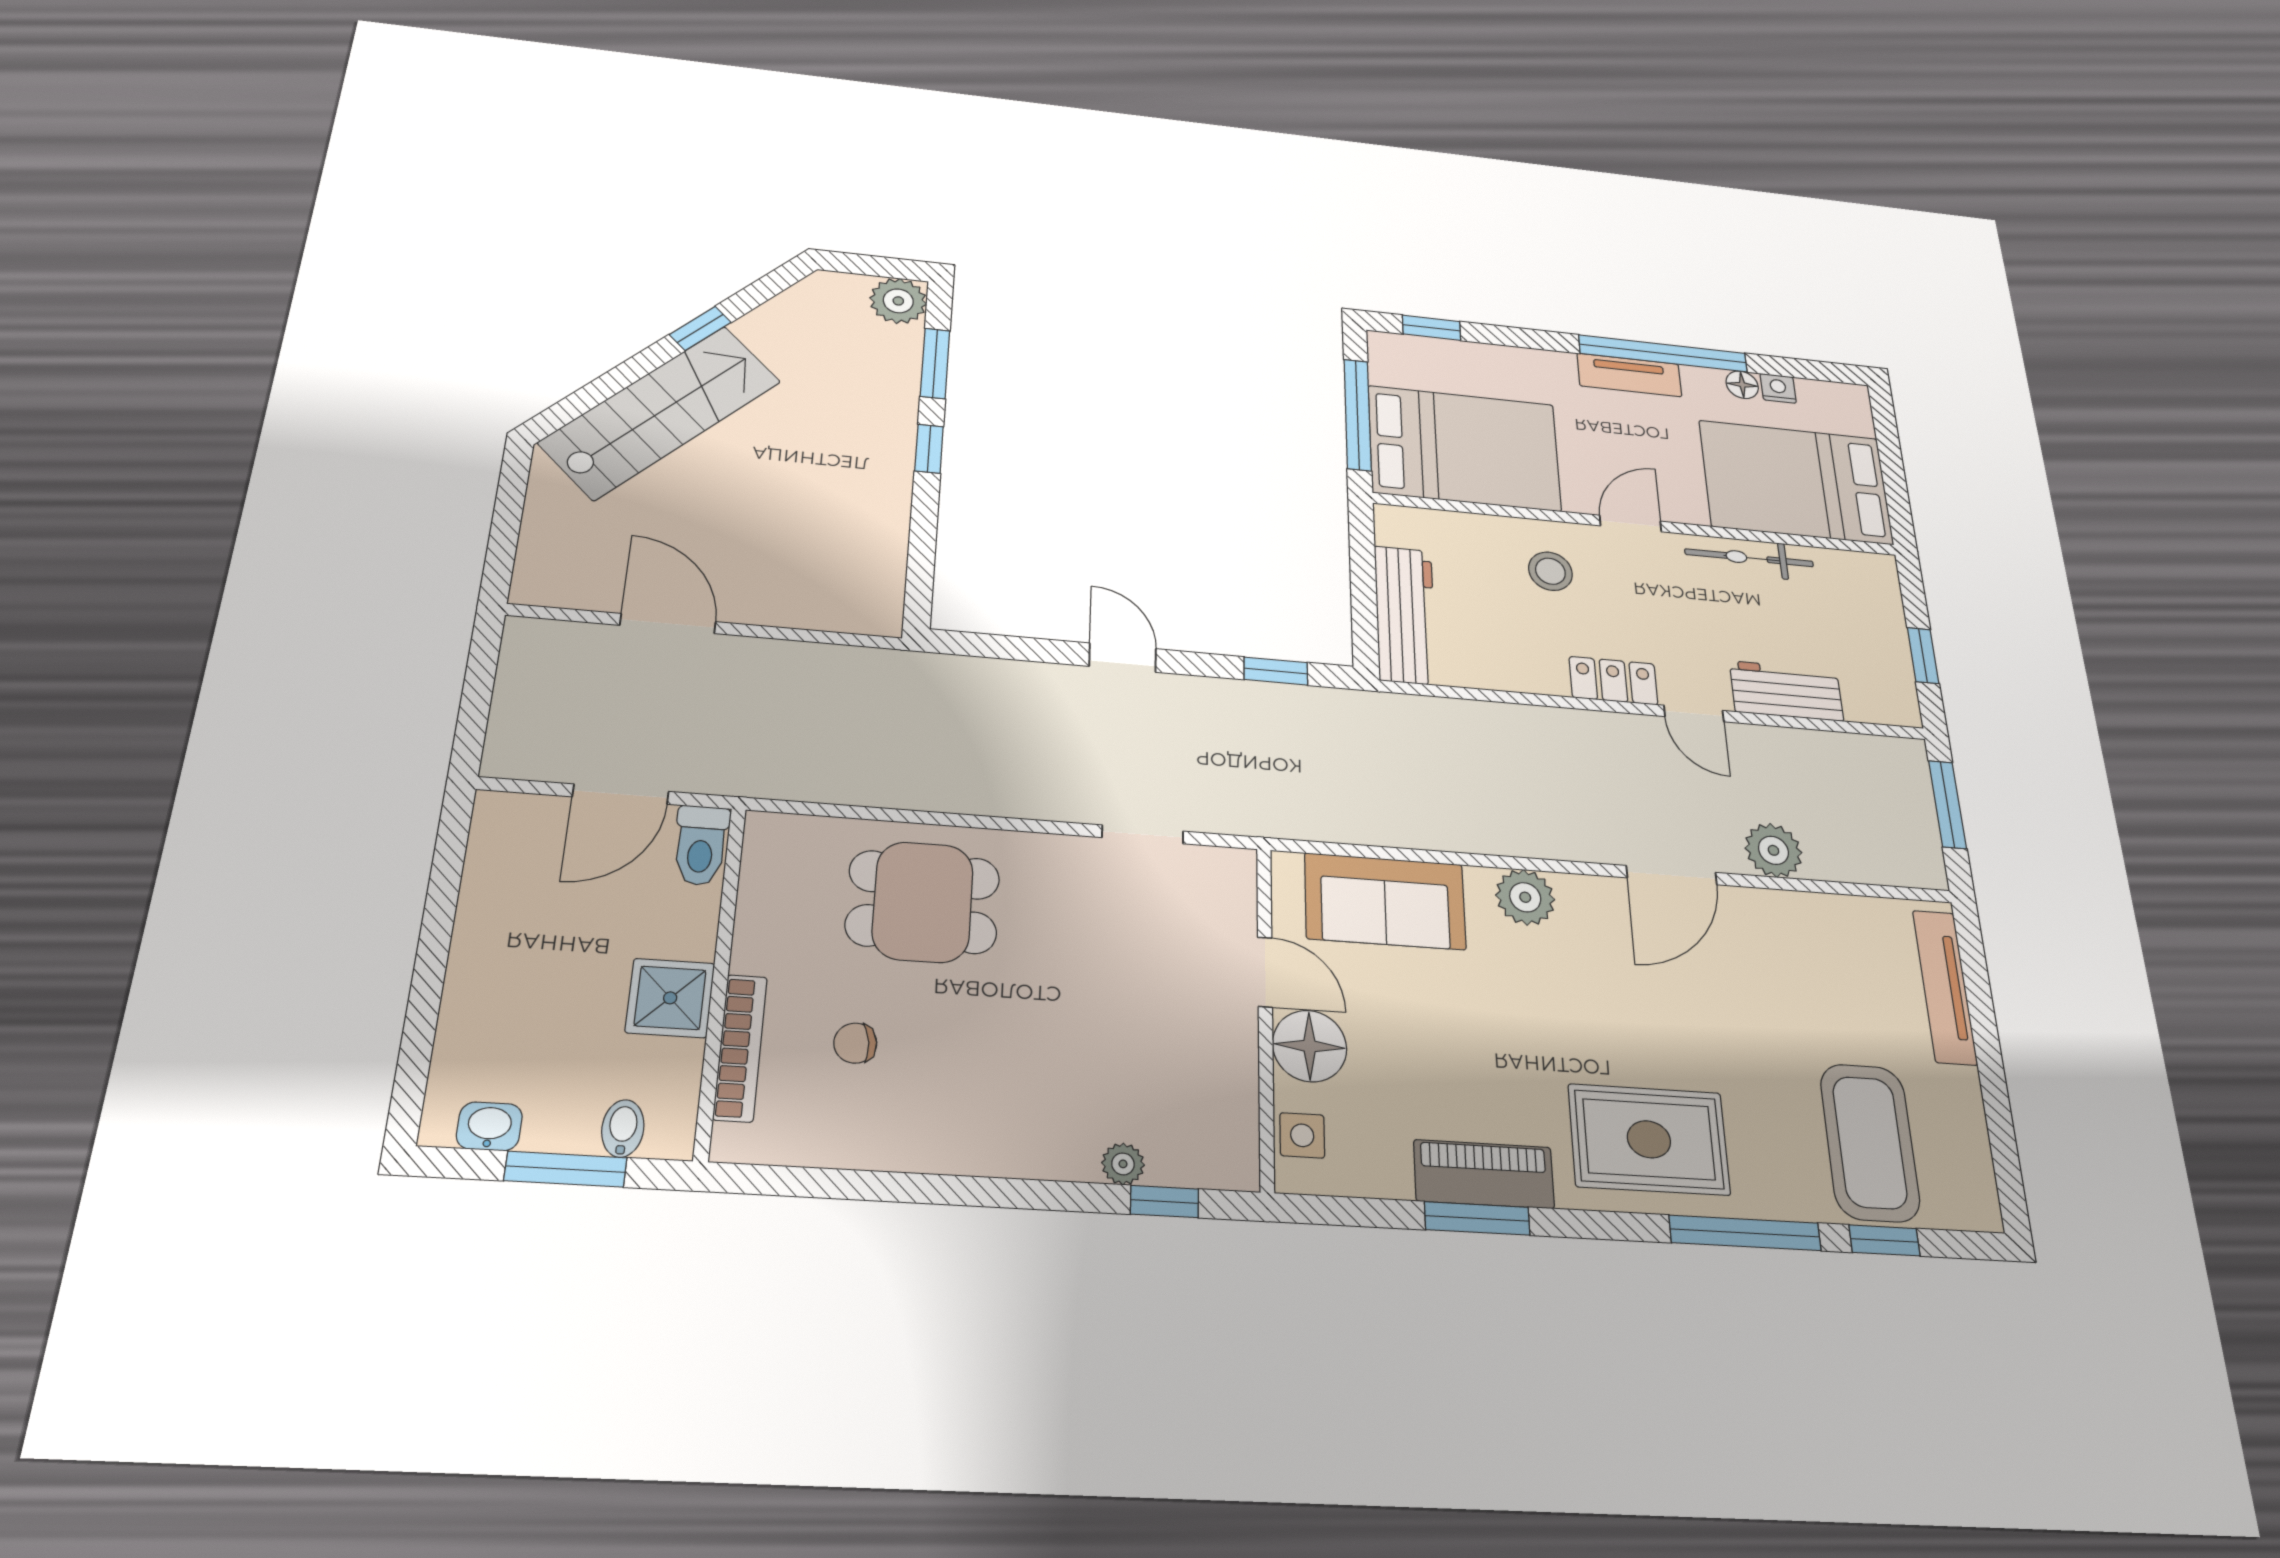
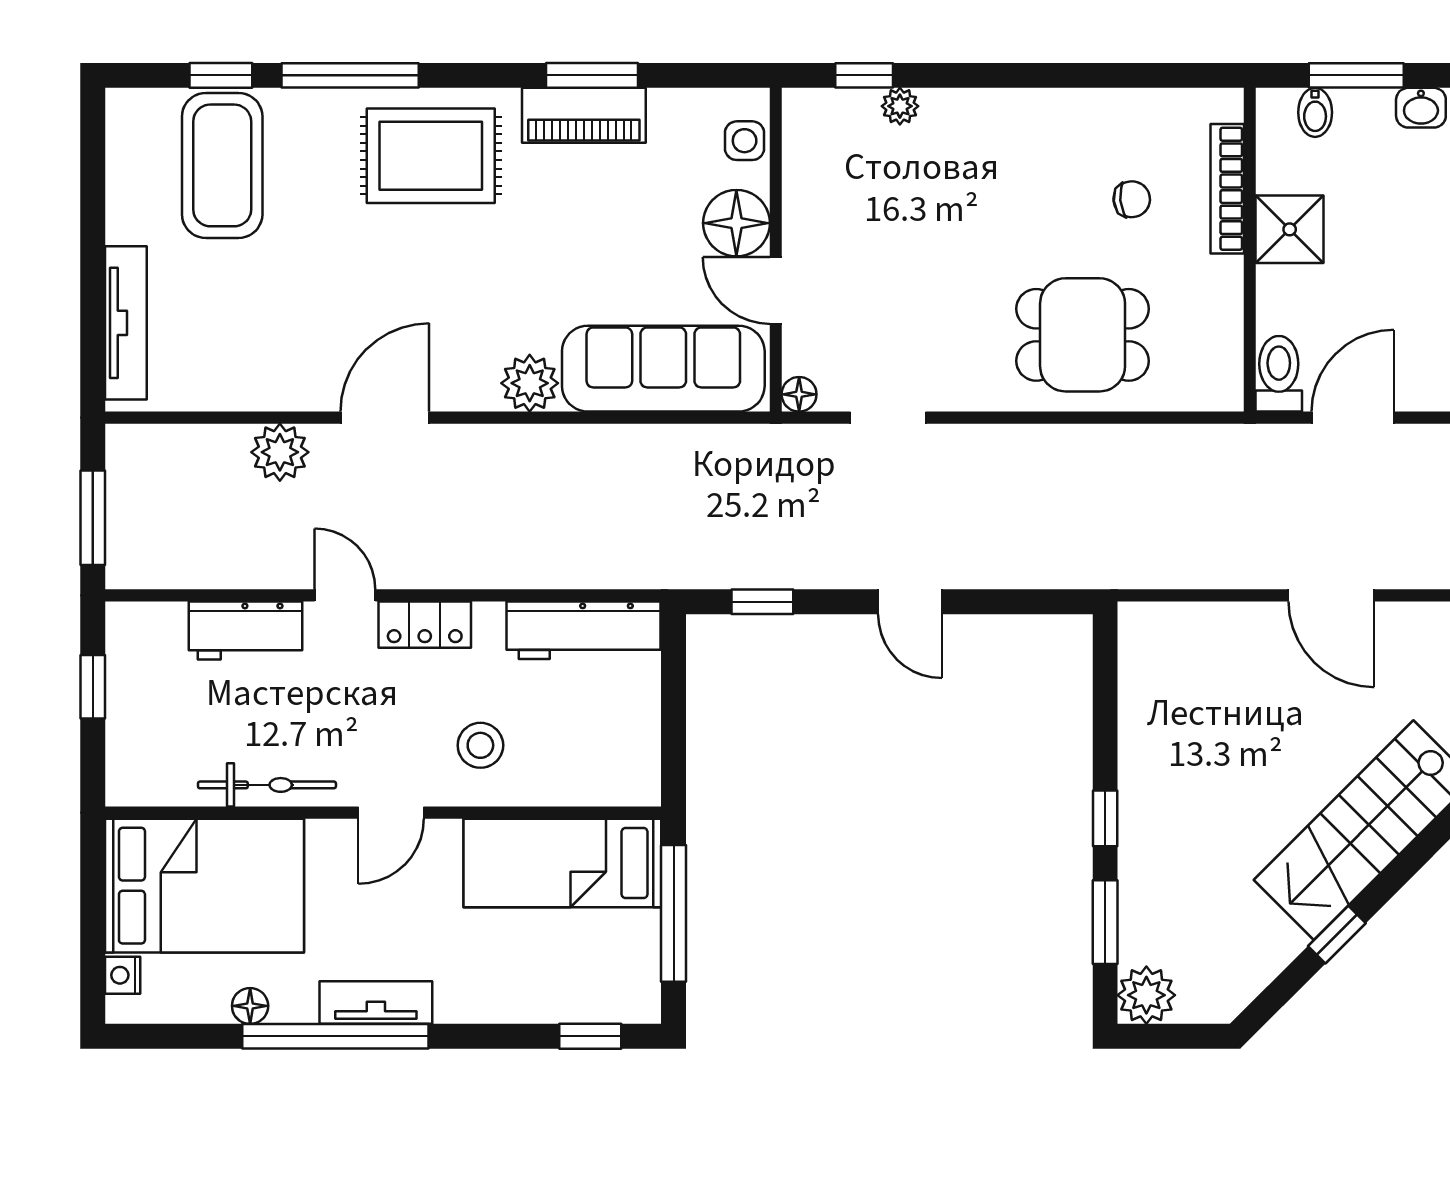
nightstand: (1778, 388) -> (123, 975), moved, turned 90
bed: (1464, 448) -> (562, 863), width x0.67
workbench: (1405, 615) -> (583, 630), moved, turned -90
floor lamp: (1239, 865) -> (799, 394), added
sofa: (1385, 901) -> (663, 369), width x1.36

